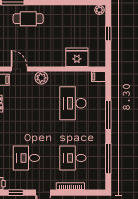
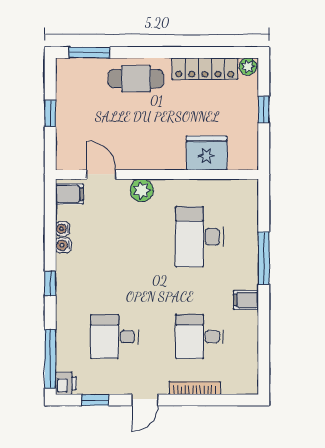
locker: (76, 11) -> (205, 69), added
cafe table: (28, 19) -> (136, 79), moved
filing cabinet: (98, 77) -> (246, 300), moved
window: (108, 159) -> (264, 338), removed

